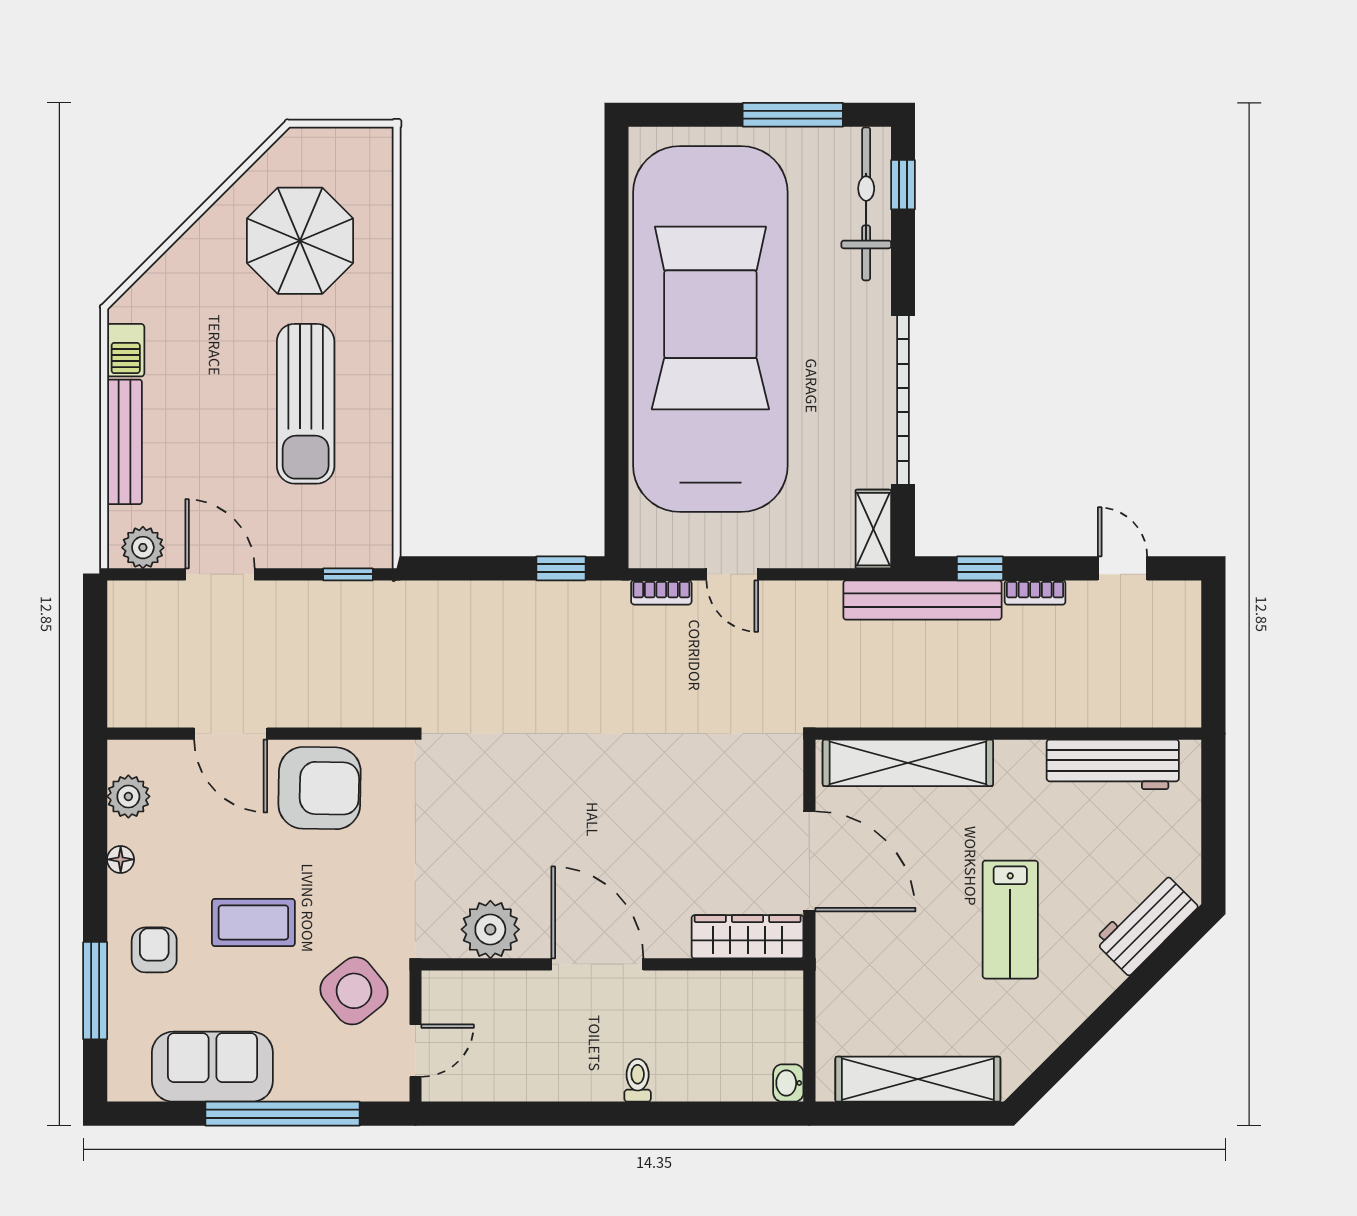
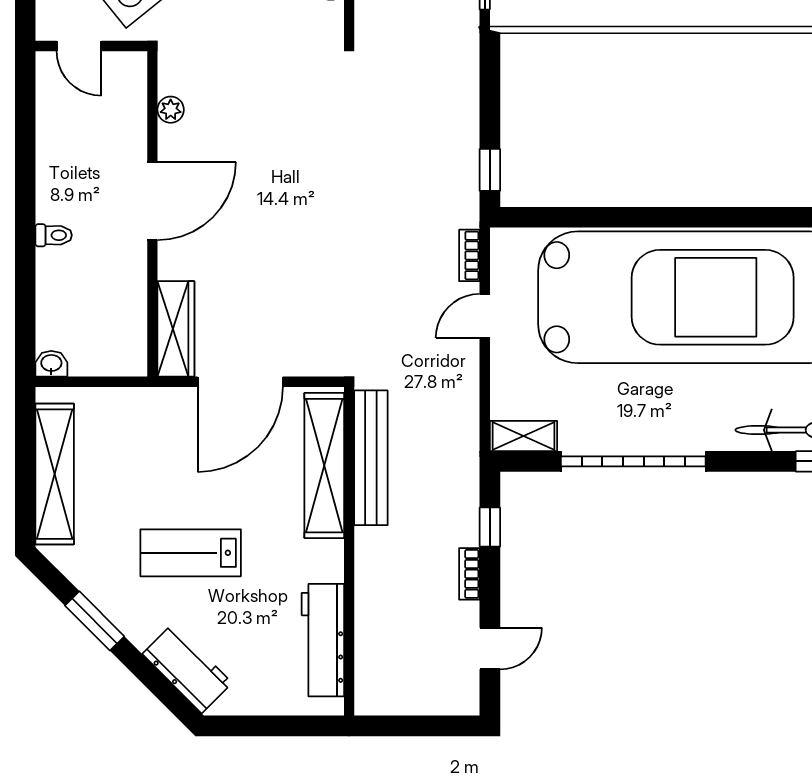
bench: (922, 600) -> (371, 458), moved
plant: (490, 929) -> (171, 110), width x0.53, depth x0.53
window: (1090, 1032) -> (95, 621), added

